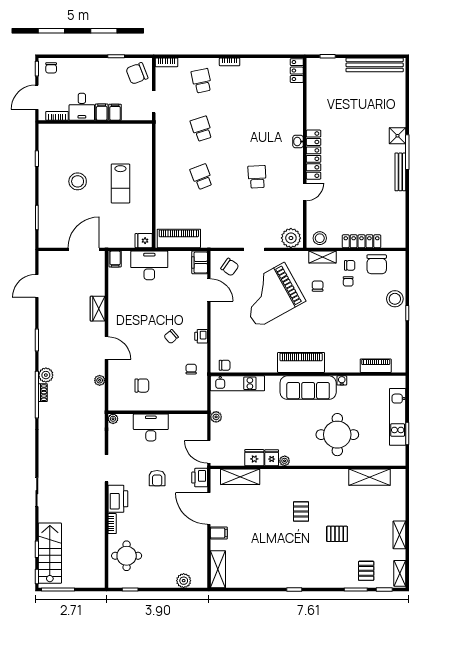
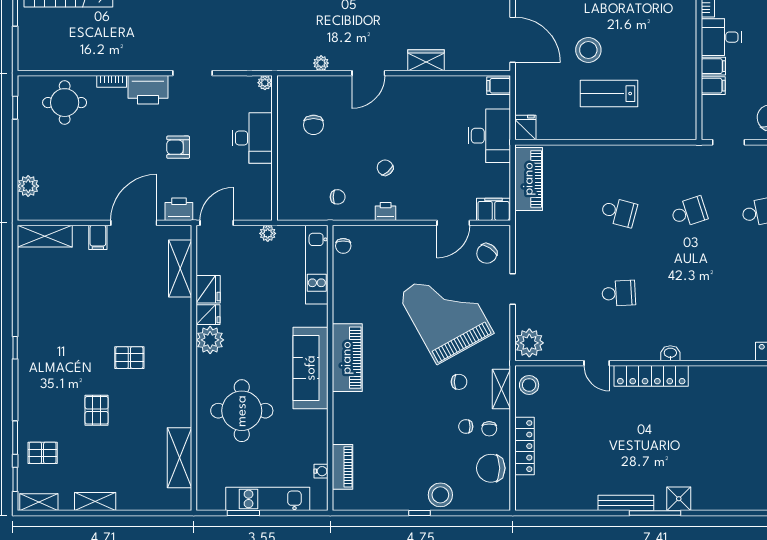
school desk: (202, 177) -> (619, 212), turned 36
stool: (78, 181) -> (588, 50), moved
water cooler: (342, 380) -> (321, 471), moved
plant: (285, 461) -> (210, 340), width x1.88, depth x1.88

